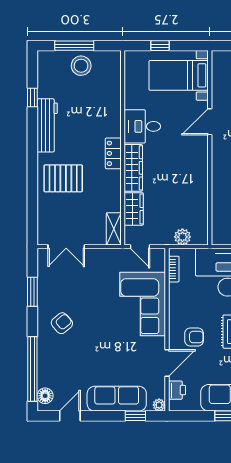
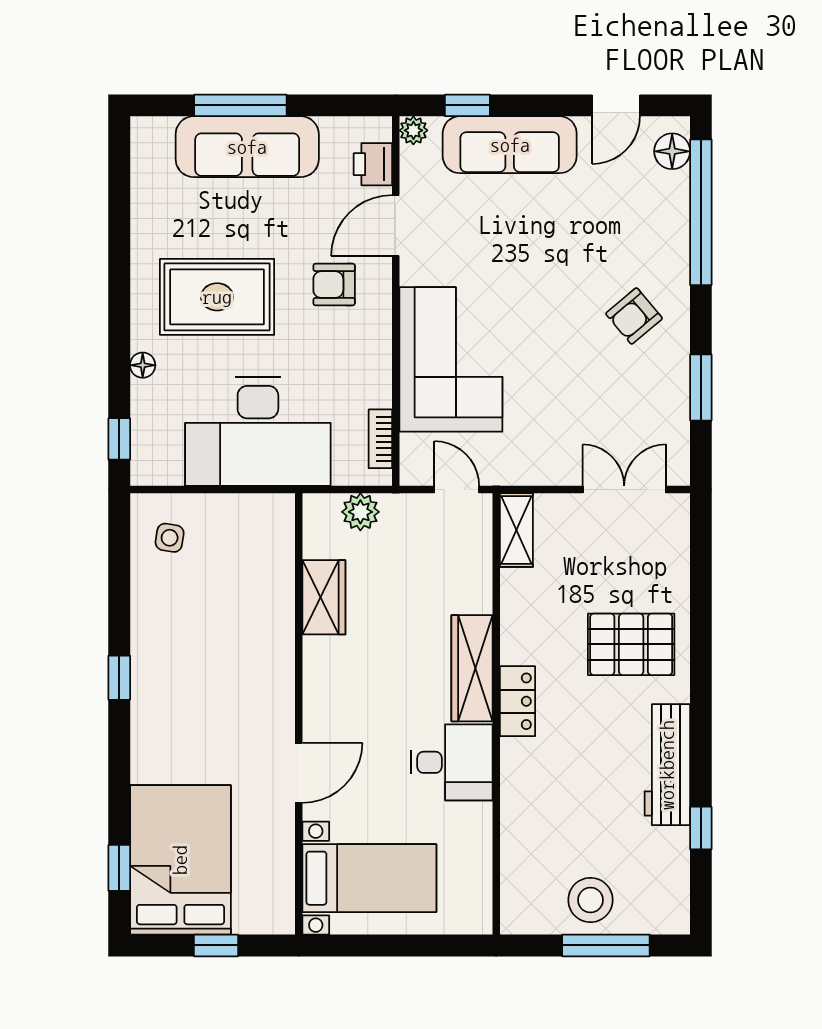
window: (160, 46) -> (412, 945), removed
wardrobe: (134, 209) -> (324, 597), moved, turned 180

